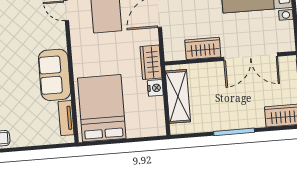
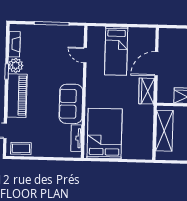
wardrobe: (151, 62) -> (147, 91), moved
nightstand: (155, 88) -> (148, 122), removed

